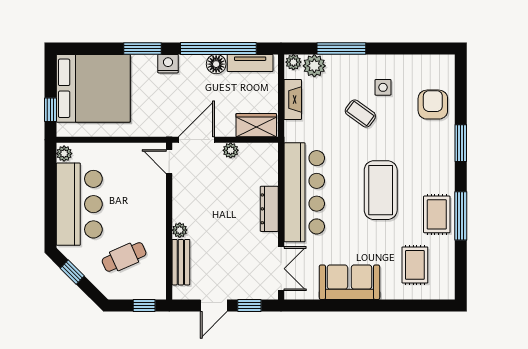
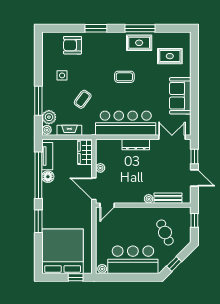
nightstand: (168, 64) -> (48, 206), removed
coffee table: (360, 113) -> (83, 99), moved
coffee table: (381, 190) -> (124, 77), width x0.54, depth x0.58

